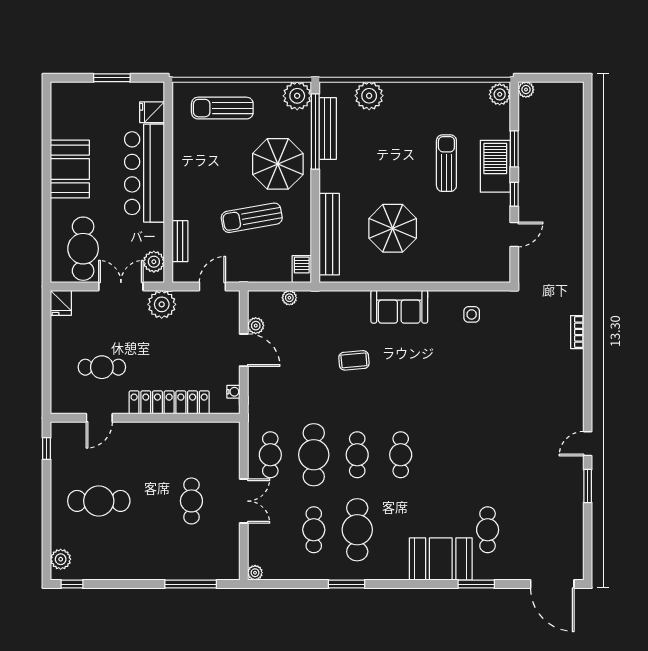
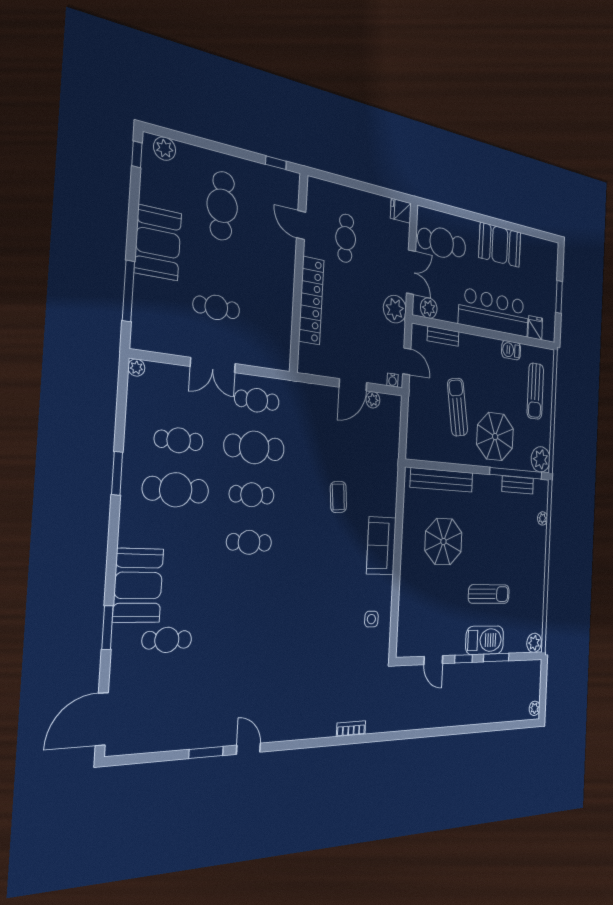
plant: (526, 90) -> (535, 708), moved
plant: (369, 96) -> (543, 518), width x0.53, depth x0.53
sun lounger: (222, 108) -> (535, 391), turned 180
bench: (328, 128) -> (518, 485), width x0.73
barbecue: (302, 269) -> (511, 350), moved, turned 180
plant: (289, 298) -> (394, 436), removed
water cooler: (233, 392) -> (393, 380), moved
booth: (144, 560) -> (158, 243), added

